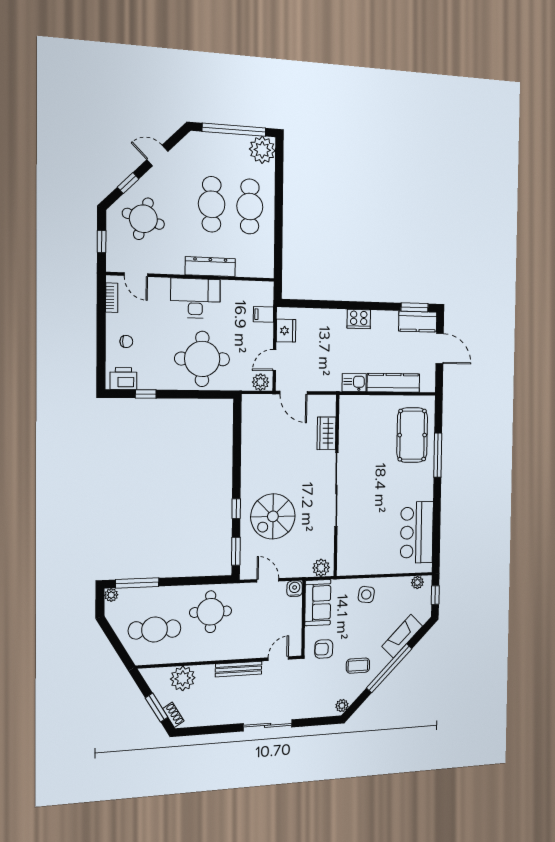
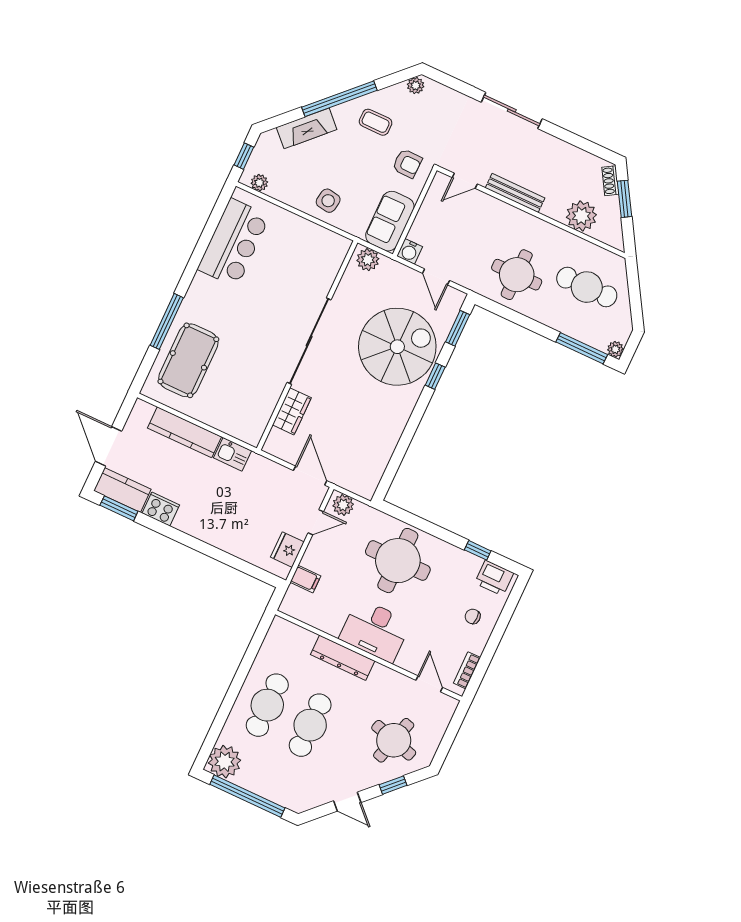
window: (102, 242) -> (450, 735), removed
cooker: (359, 319) -> (161, 509), moved
spiral stairs: (273, 516) -> (397, 347), width x1.37, depth x1.37

